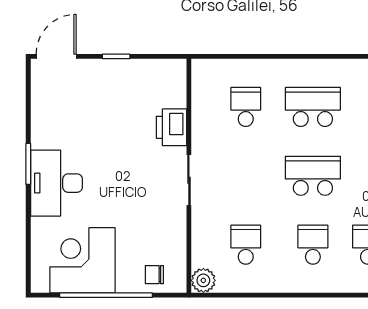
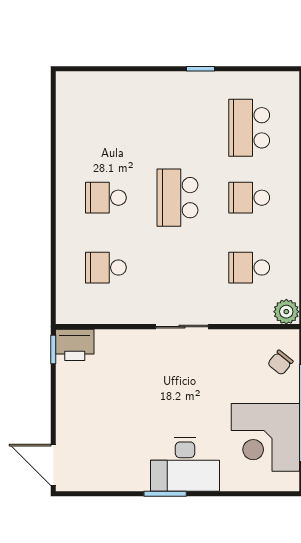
window: (116, 56) -> (53, 349), moved
school desk: (313, 107) -> (106, 198), width x0.54
printer: (171, 127) -> (75, 345), moved
chair: (154, 275) -> (280, 363), turned 39

